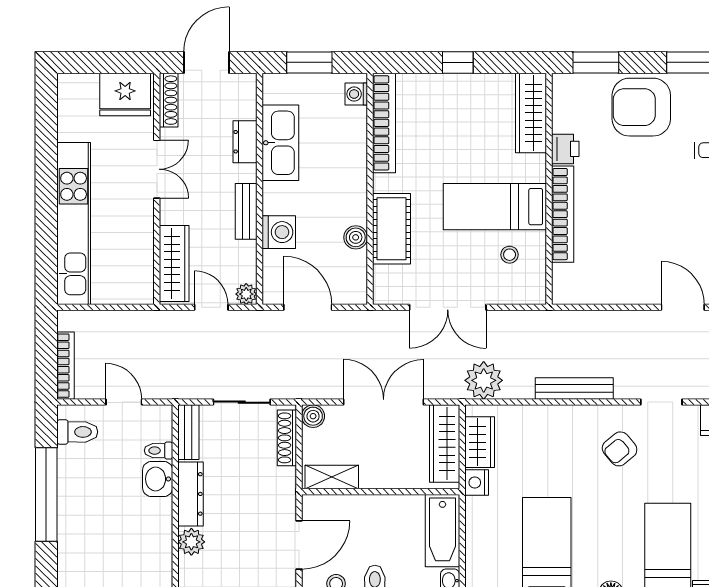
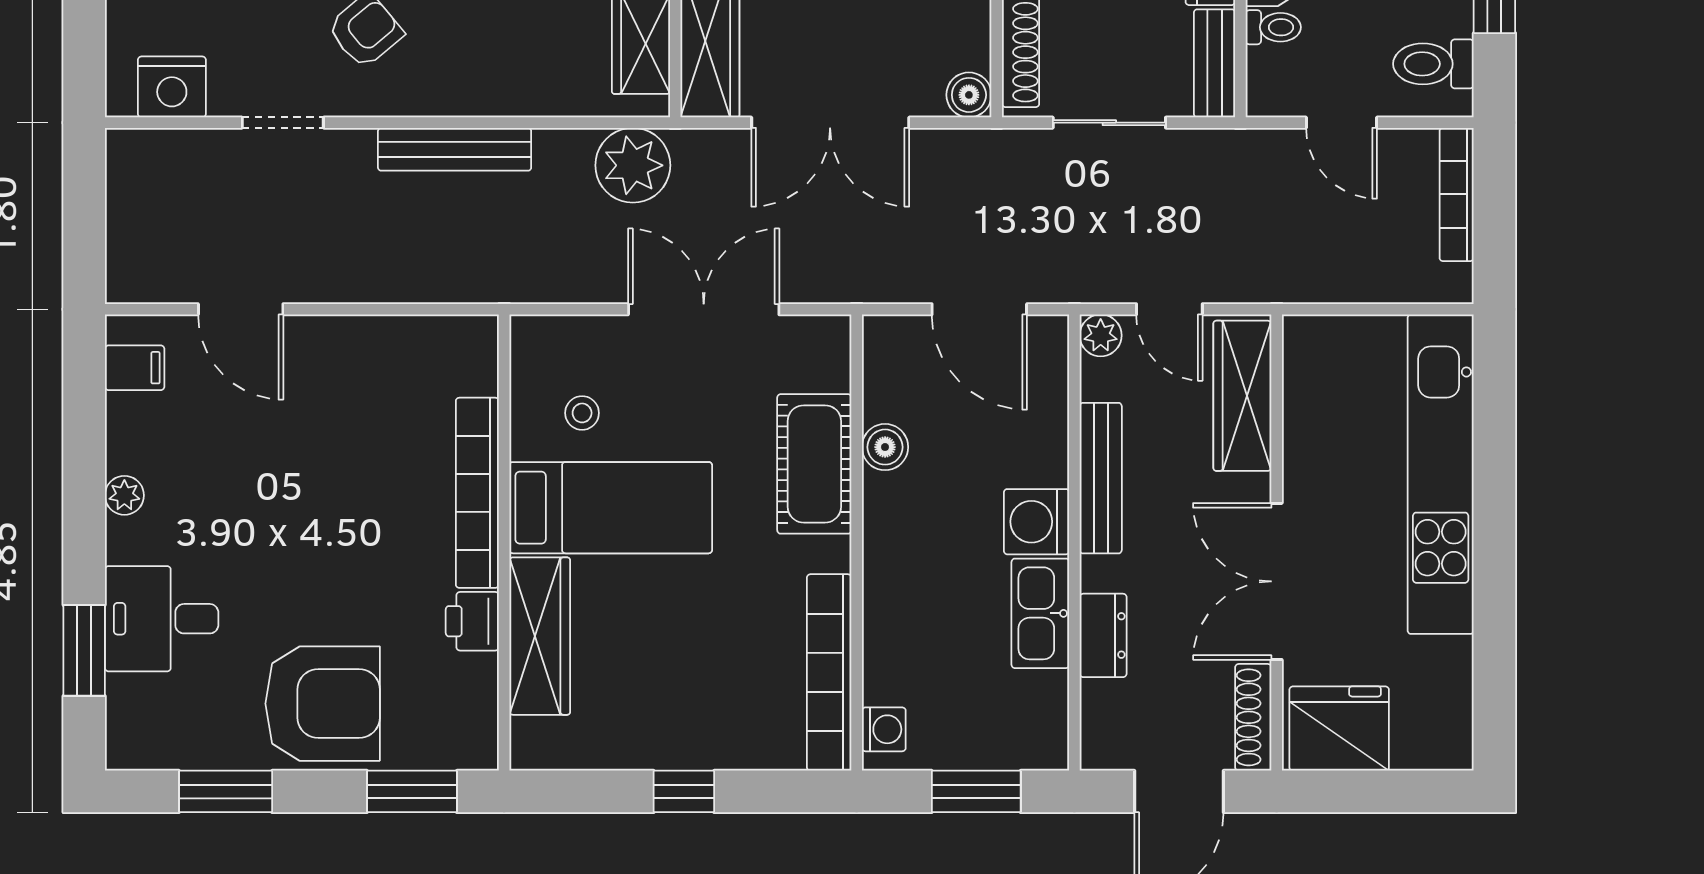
wardrobe: (531, 113) -> (540, 636), moved
kitchen sink: (280, 143) -> (1040, 613), width x0.73, depth x0.81
double door: (157, 169) -> (1277, 581), width x1.37
bench: (246, 211) -> (1101, 478), width x1.36
washing machine: (279, 232) -> (1037, 522), moved

